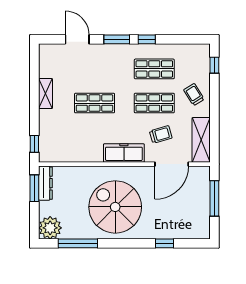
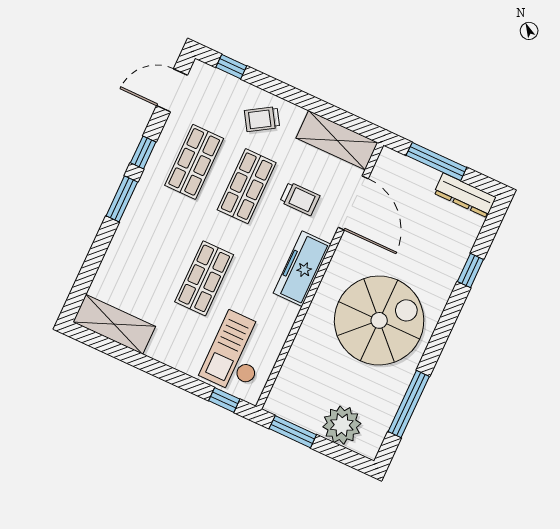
door: (77, 39) -> (172, 90), moved
shelving: (46, 94) -> (114, 324), moved, width x1.50, depth x1.33
trolley: (161, 135) -> (300, 199), turned 106
checkout: (63, 139) -> (237, 353), added
dresser: (45, 183) -> (465, 195), moved, turned 180
spiral stairs: (115, 207) -> (379, 320), turned 180
plant: (50, 228) -> (342, 425), moved

